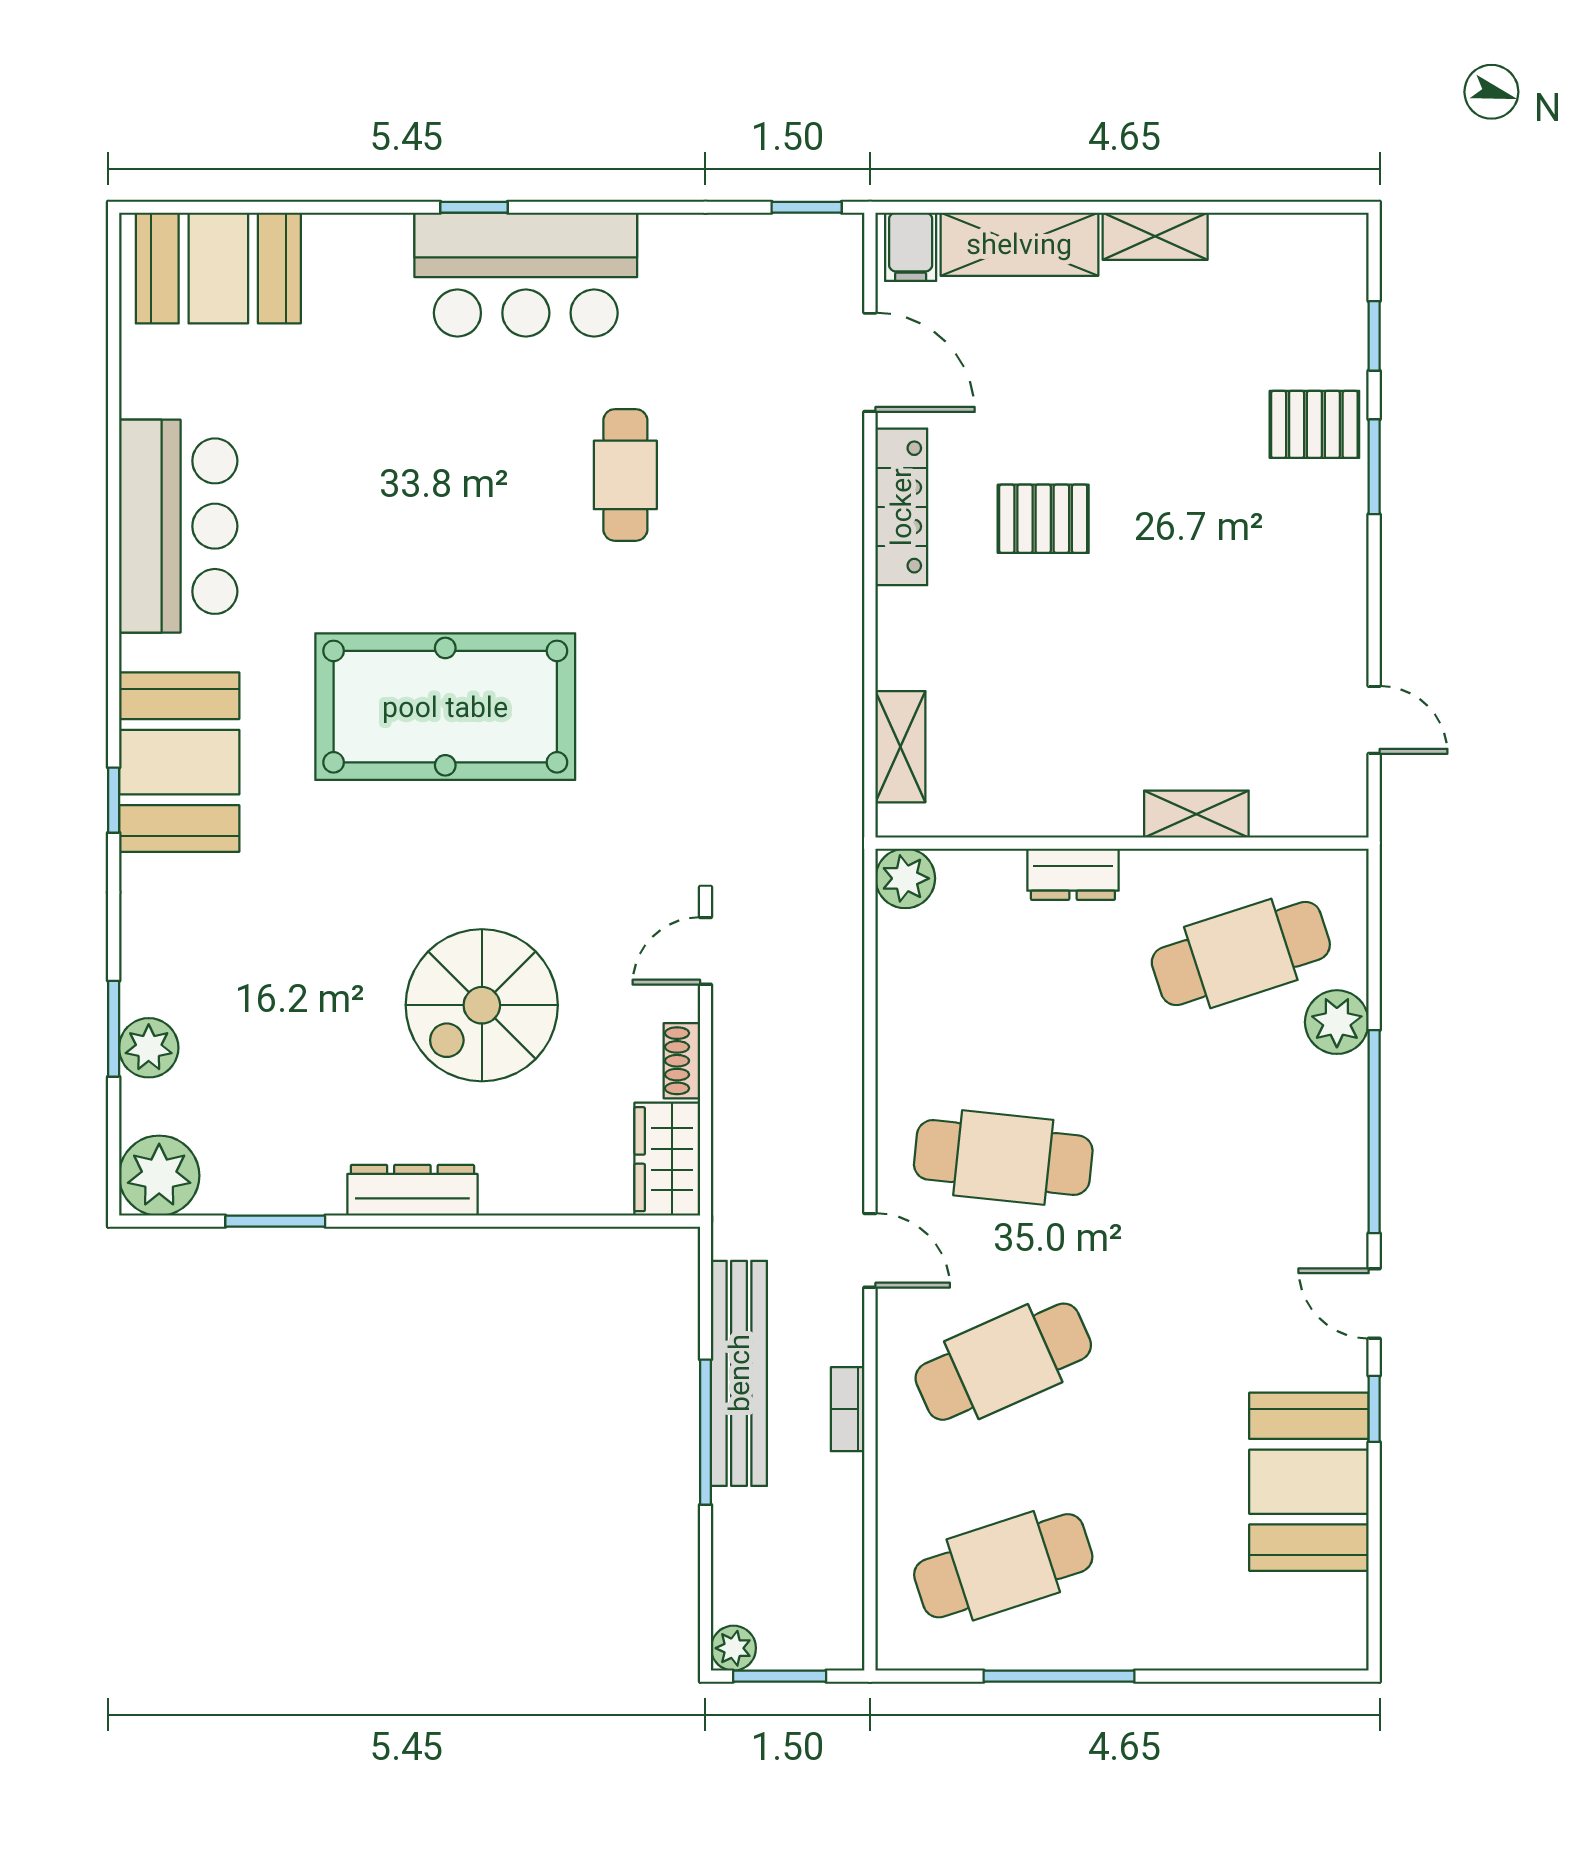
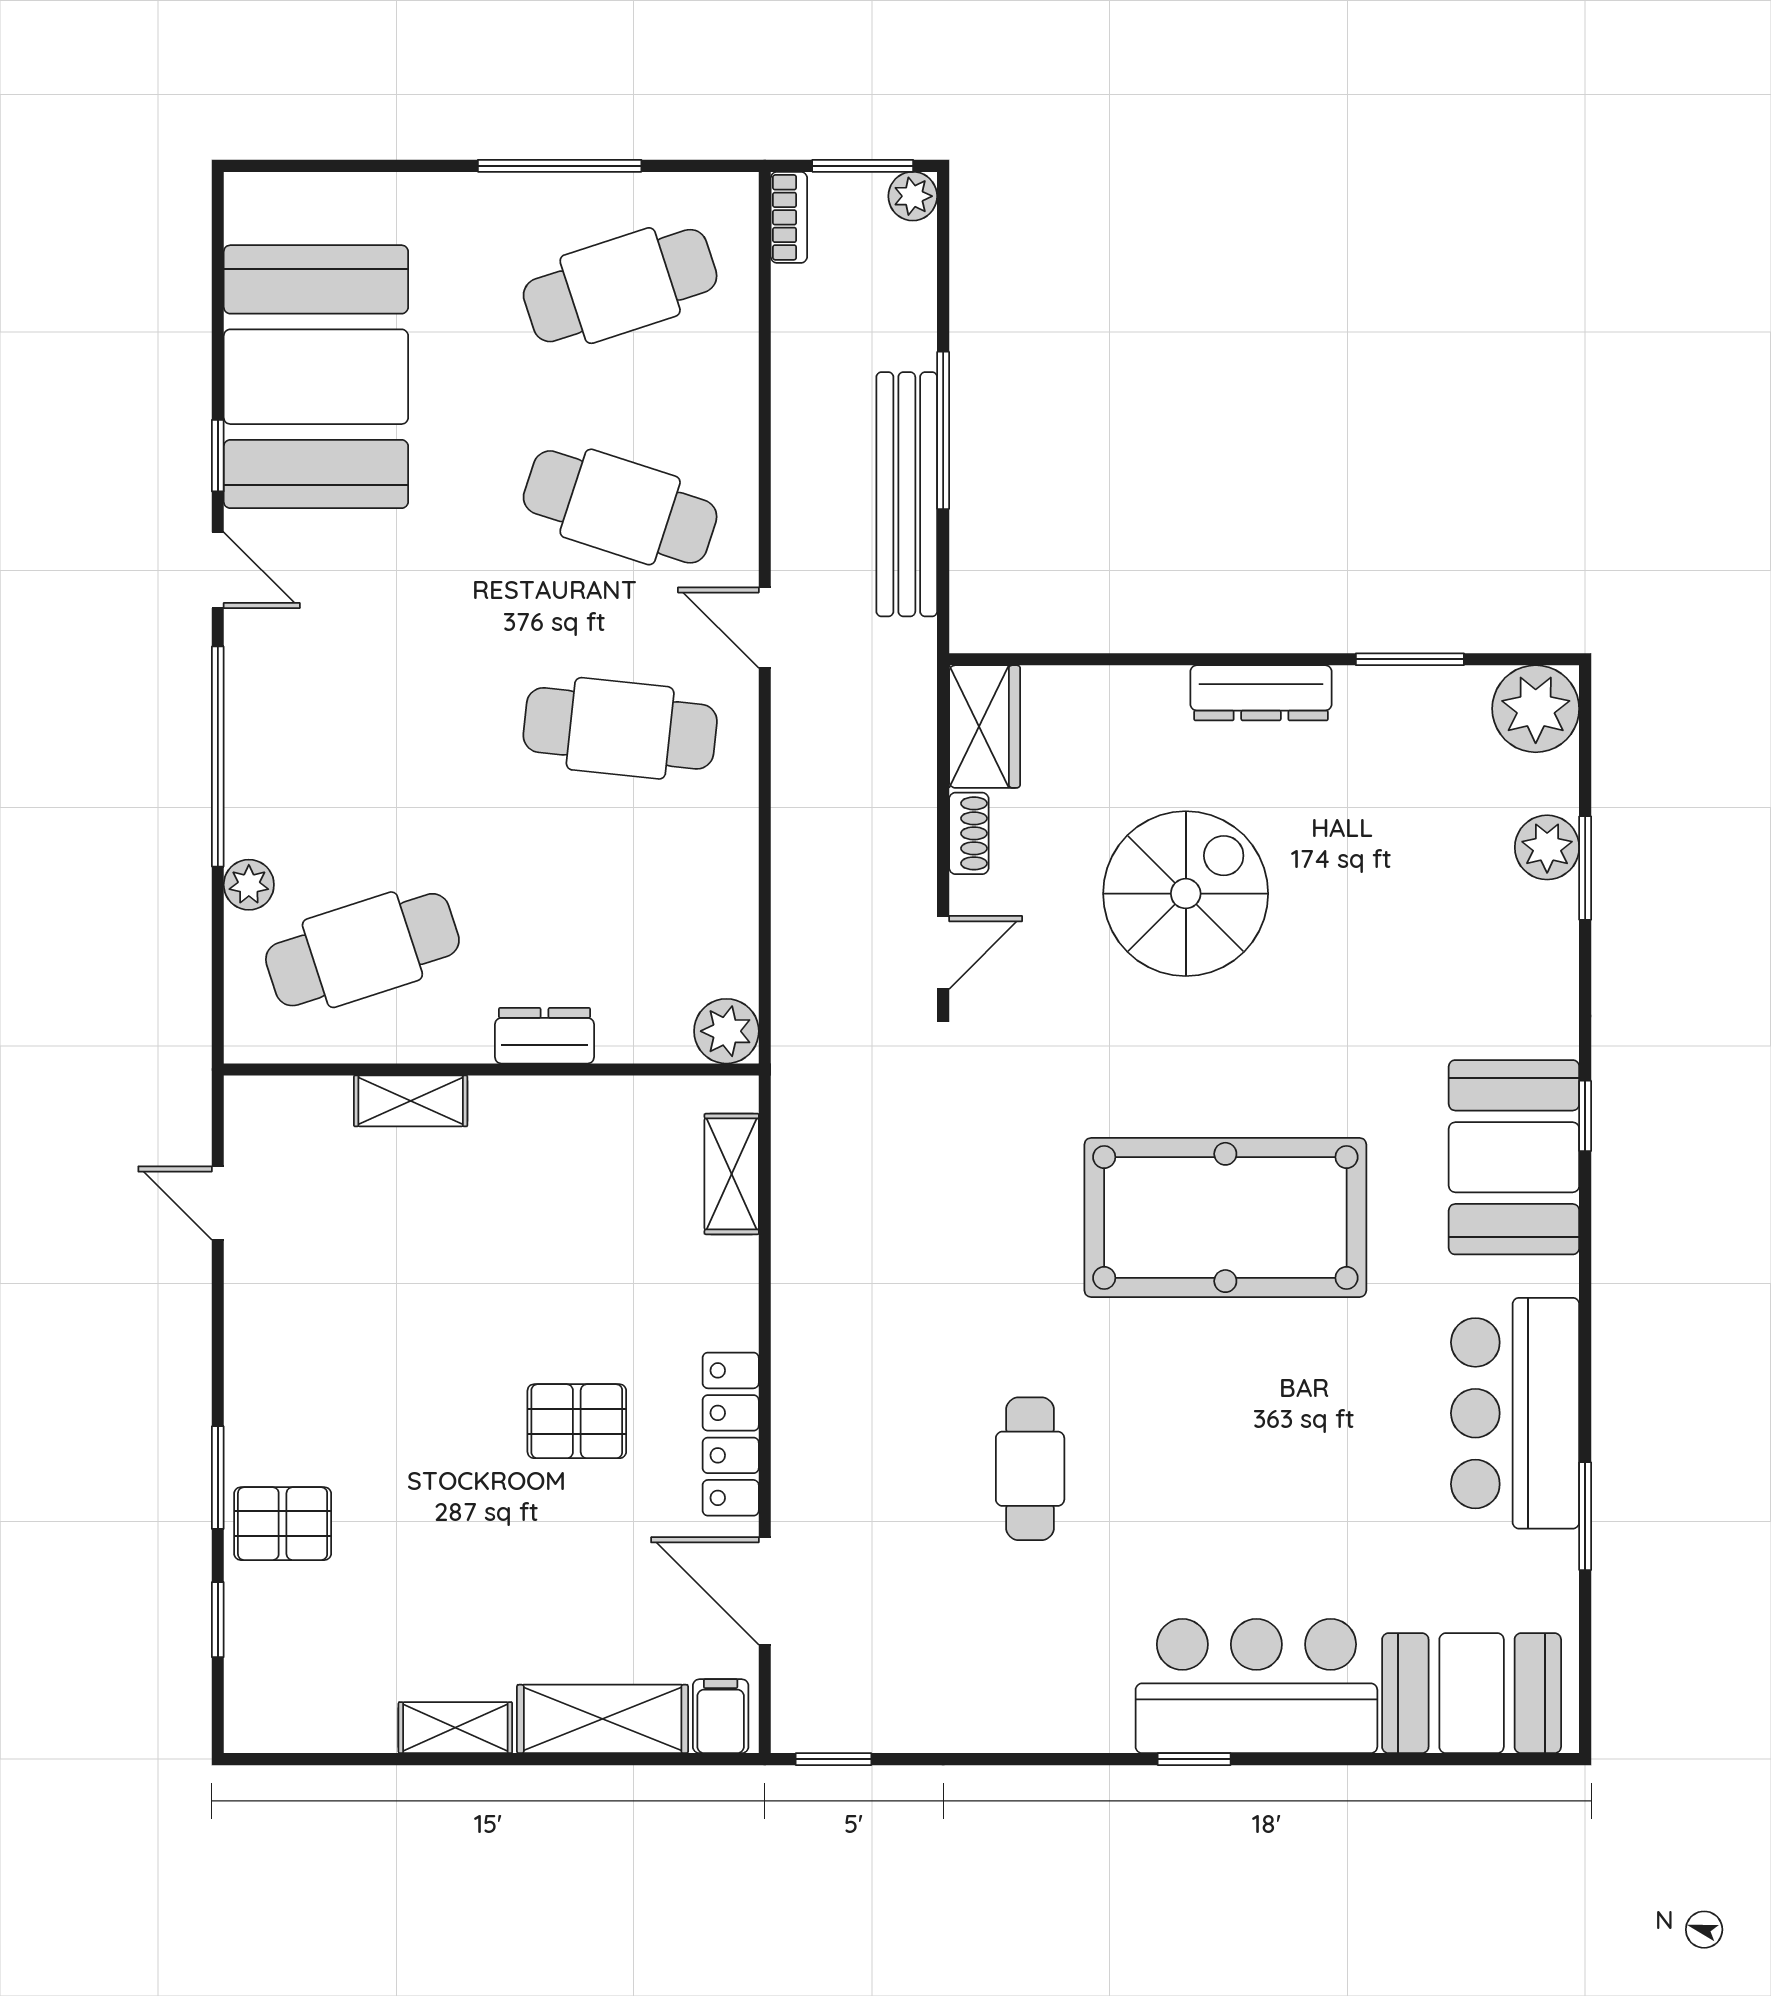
bar counter: (526, 275) -> (1256, 1686), moved
window: (114, 431) -> (1585, 1516), added
plant: (1337, 1022) -> (249, 885), width x0.73, depth x0.73
cafe table: (1003, 1362) -> (620, 507), turned 42
bookcase: (848, 1409) -> (789, 217), moved
booth: (1309, 1482) -> (316, 377), width x1.36, depth x1.42

